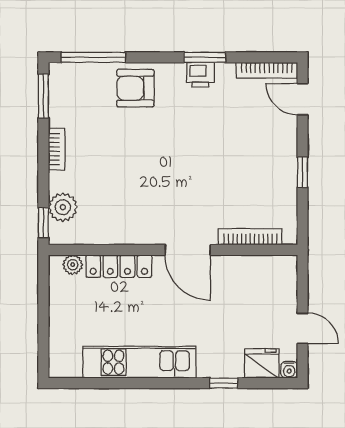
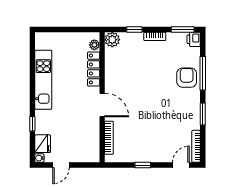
window: (93, 57) -> (203, 73), moved
printer: (200, 75) -> (194, 39), moved
plant: (63, 207) -> (112, 40), moved
window: (43, 223) -> (134, 29), moved
door: (188, 250) -> (102, 105), swing flipped

